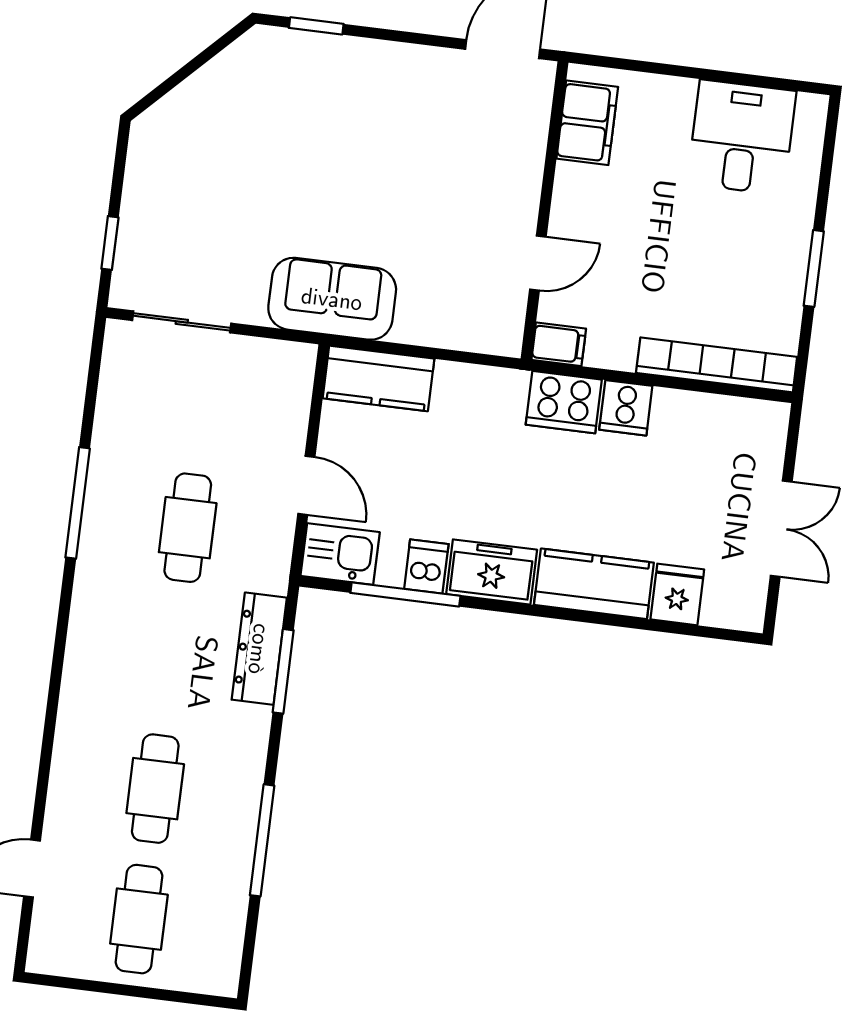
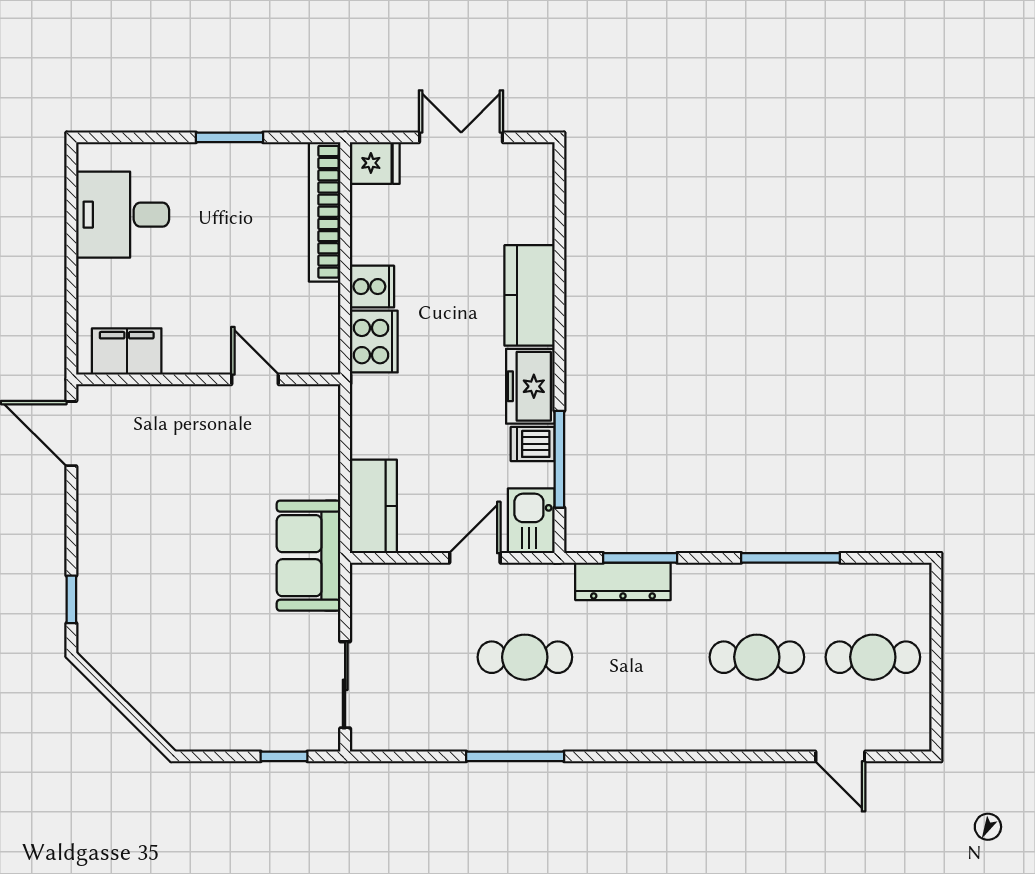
filing cabinet: (559, 344) -> (324, 352), removed
fridge: (677, 594) -> (375, 163), moved, turned 180

